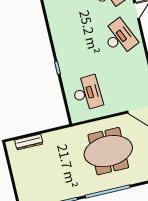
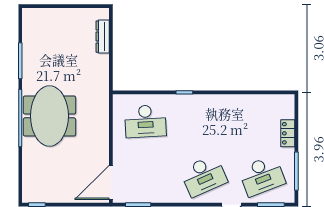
meeting table: (108, 151) -> (49, 116), moved

